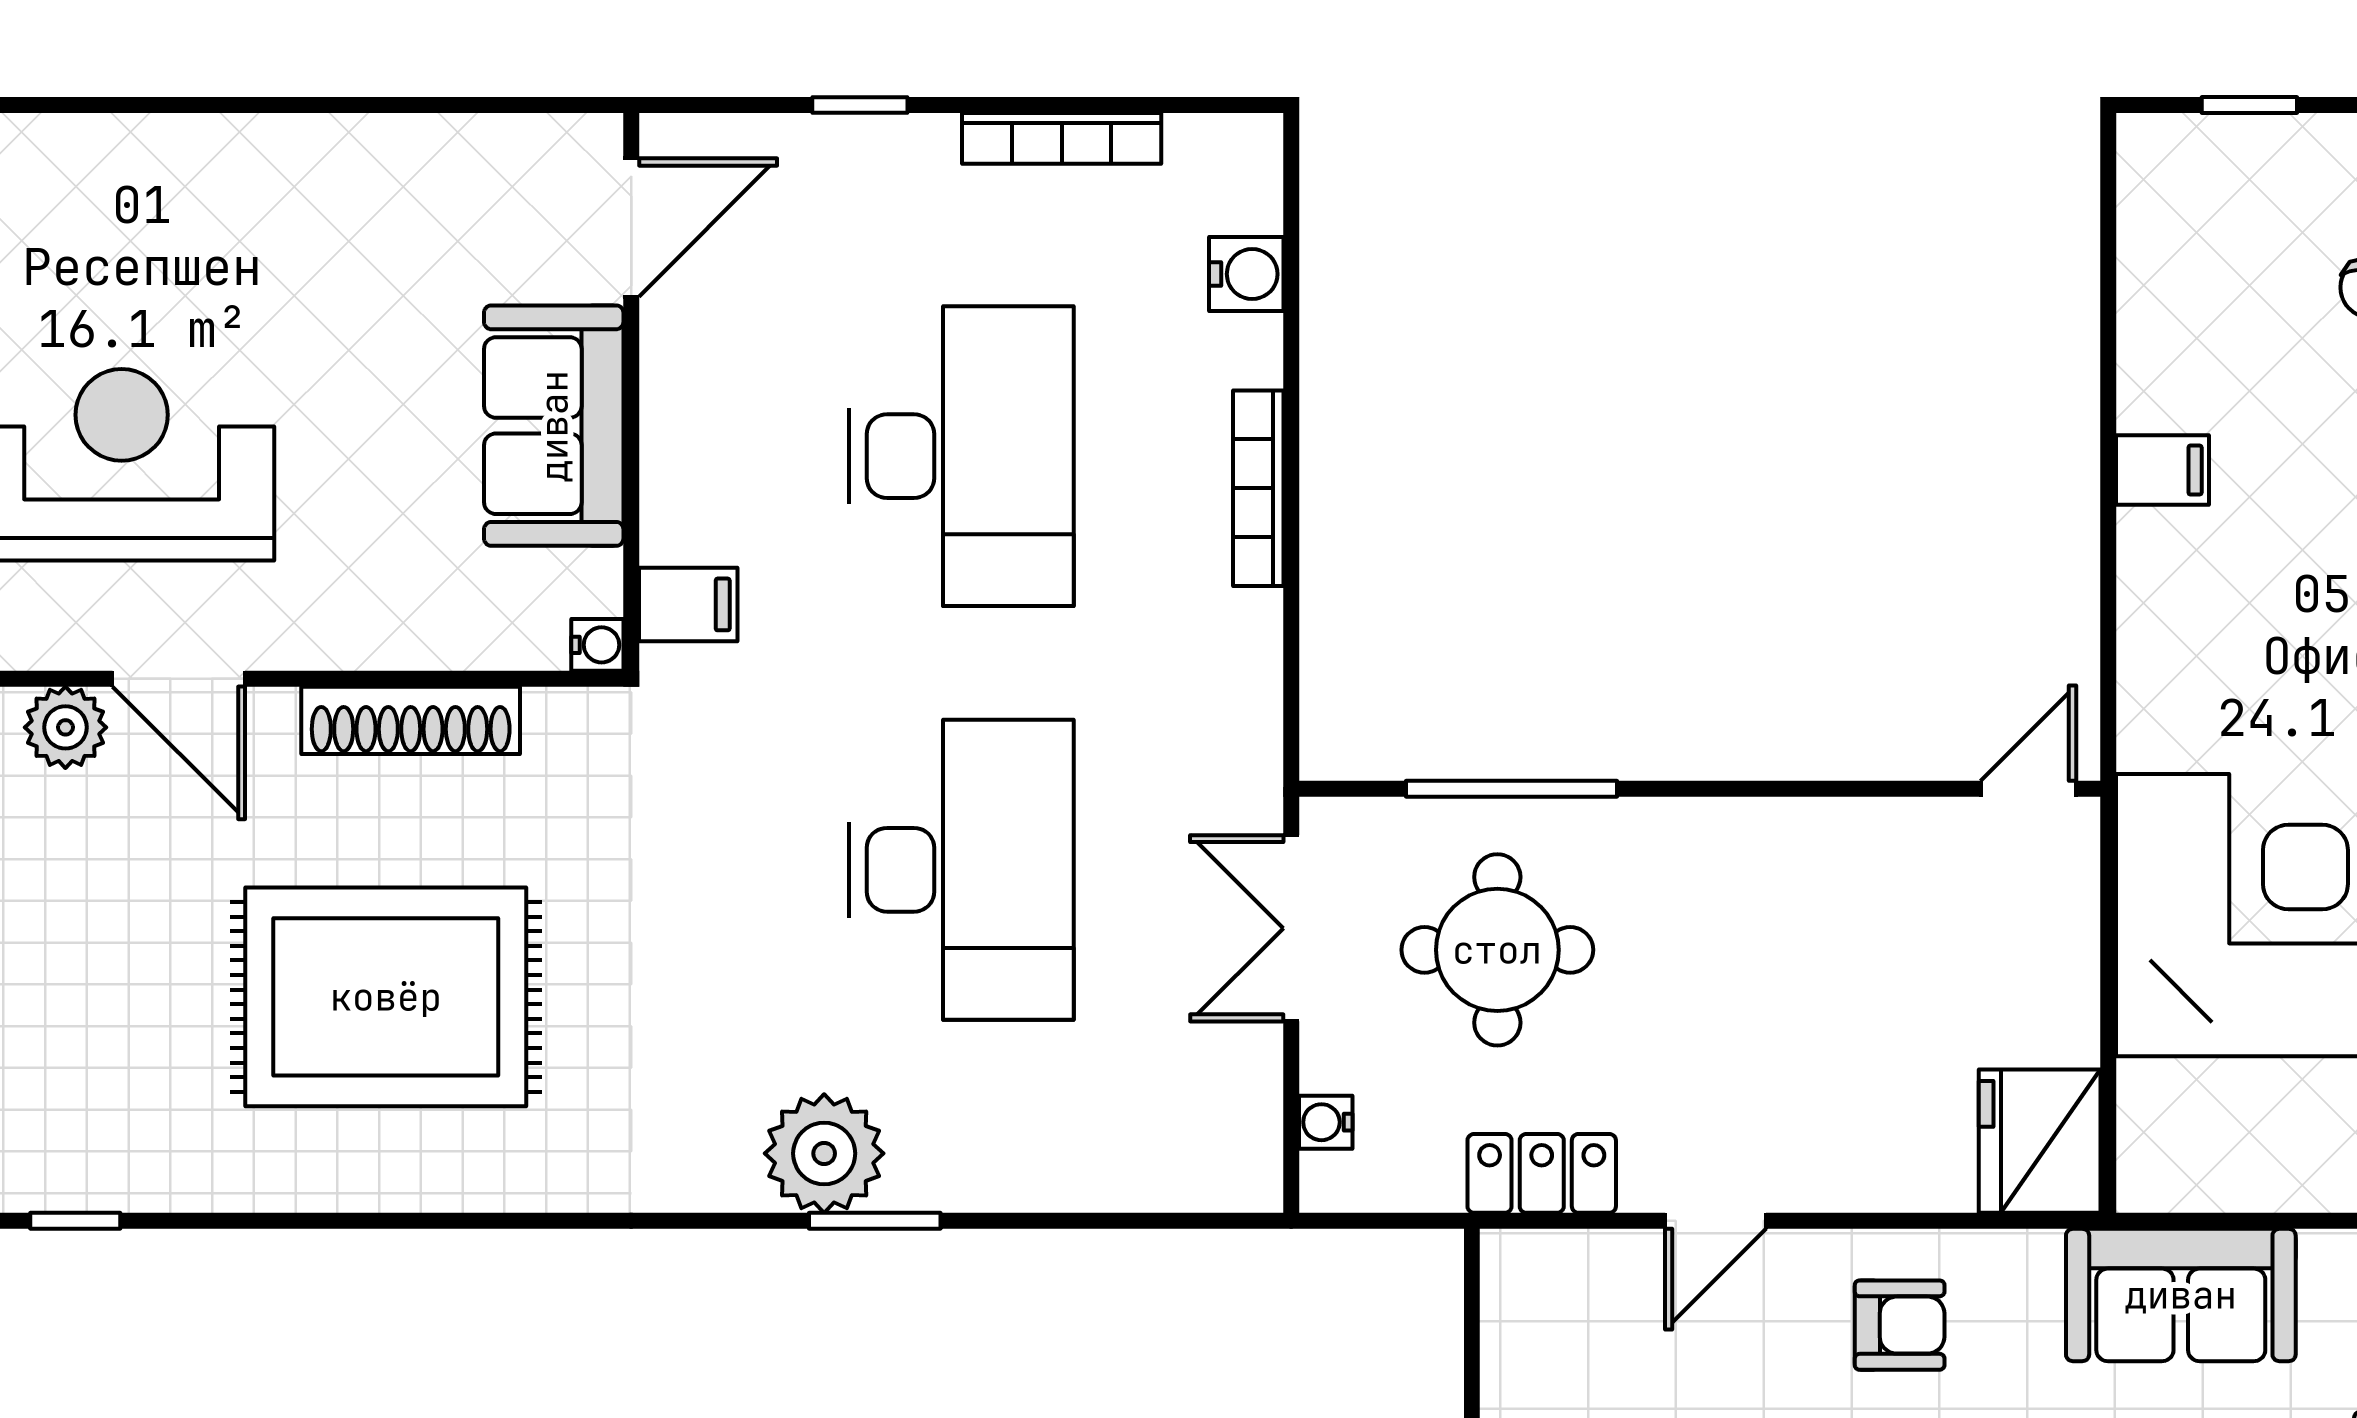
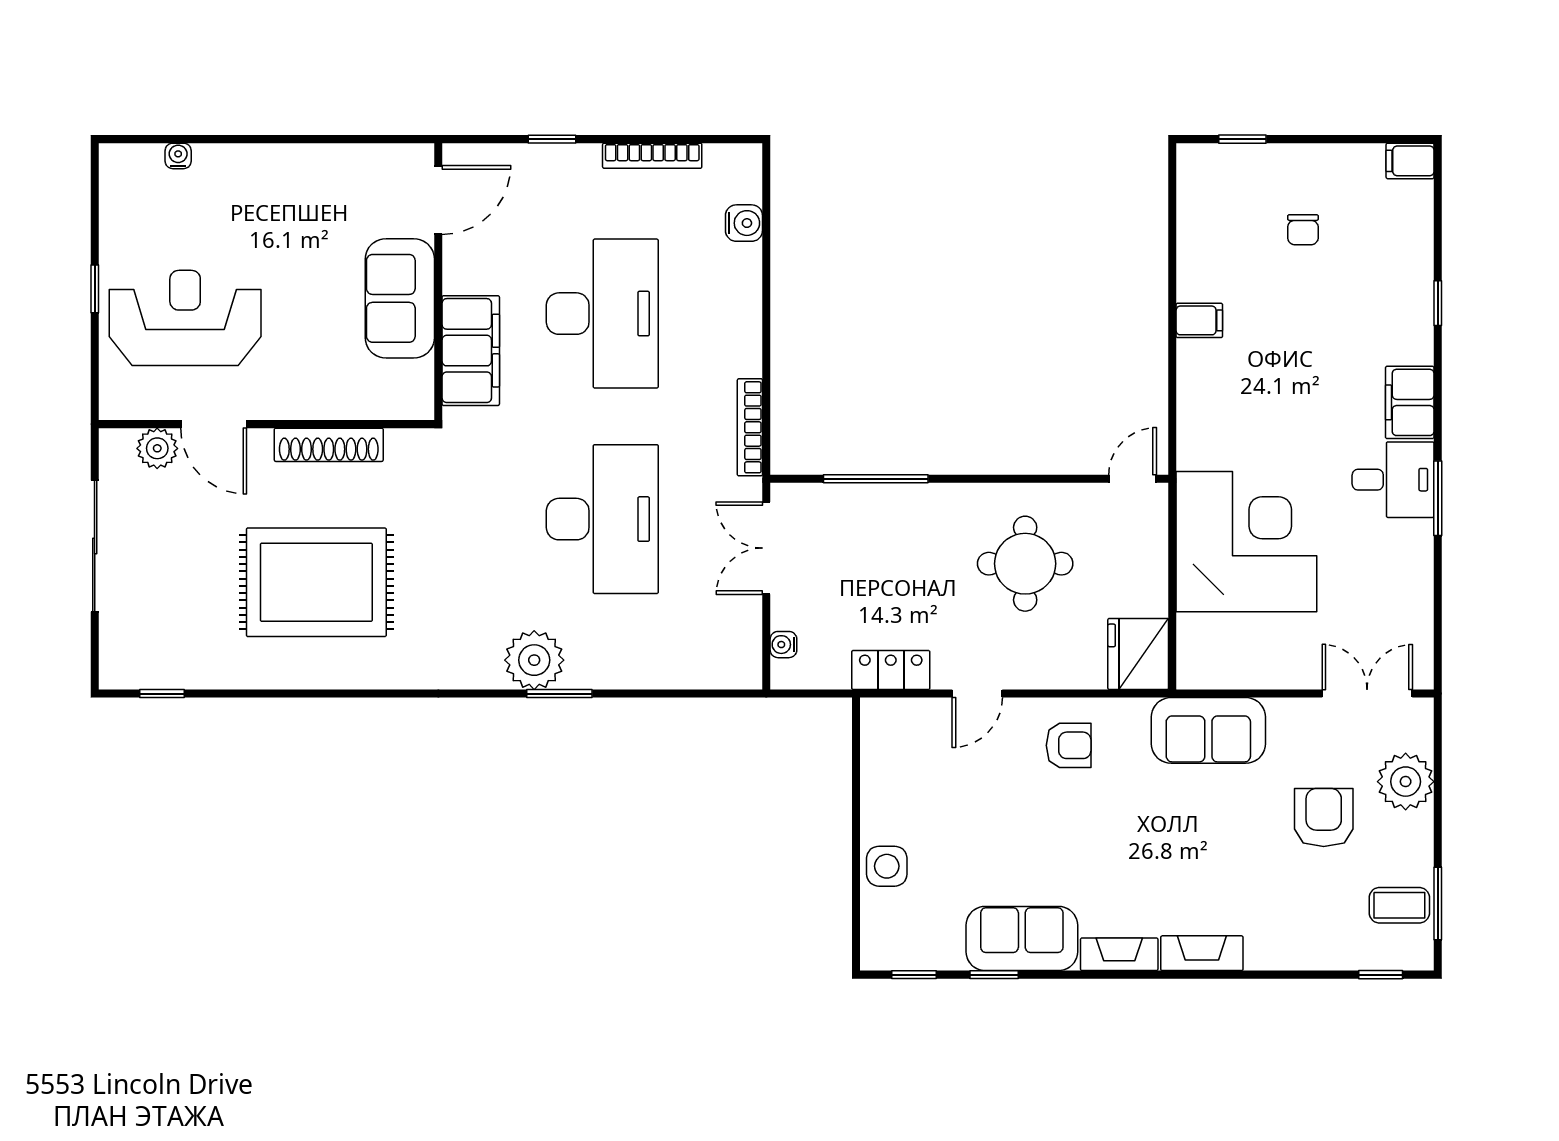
bookcase: (1258, 488) -> (750, 427), moved
filing cabinet: (688, 604) -> (471, 351), width x3.00, depth x1.17
water cooler: (597, 645) -> (178, 156), moved, turned -90
round table: (1497, 950) -> (1025, 564), moved

